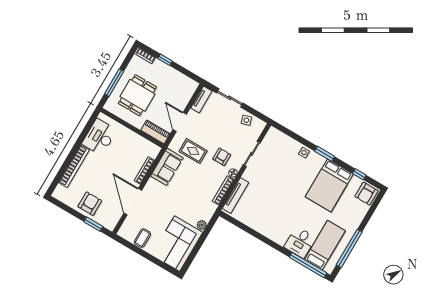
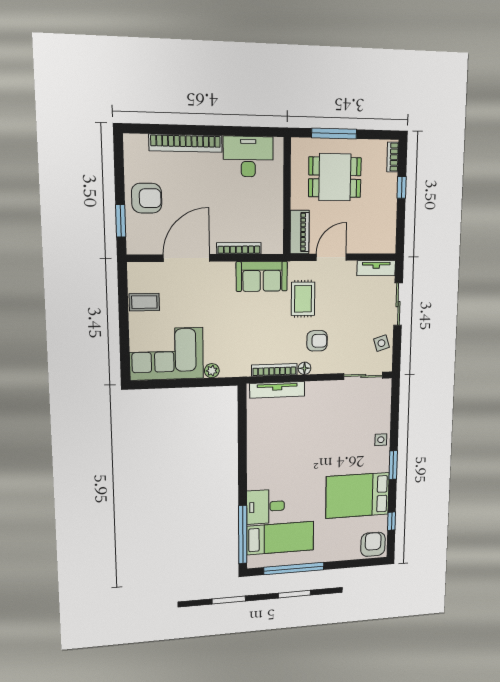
sliding door: (252, 154) -> (363, 376), moved
armchair: (366, 194) -> (373, 544), turned 90

